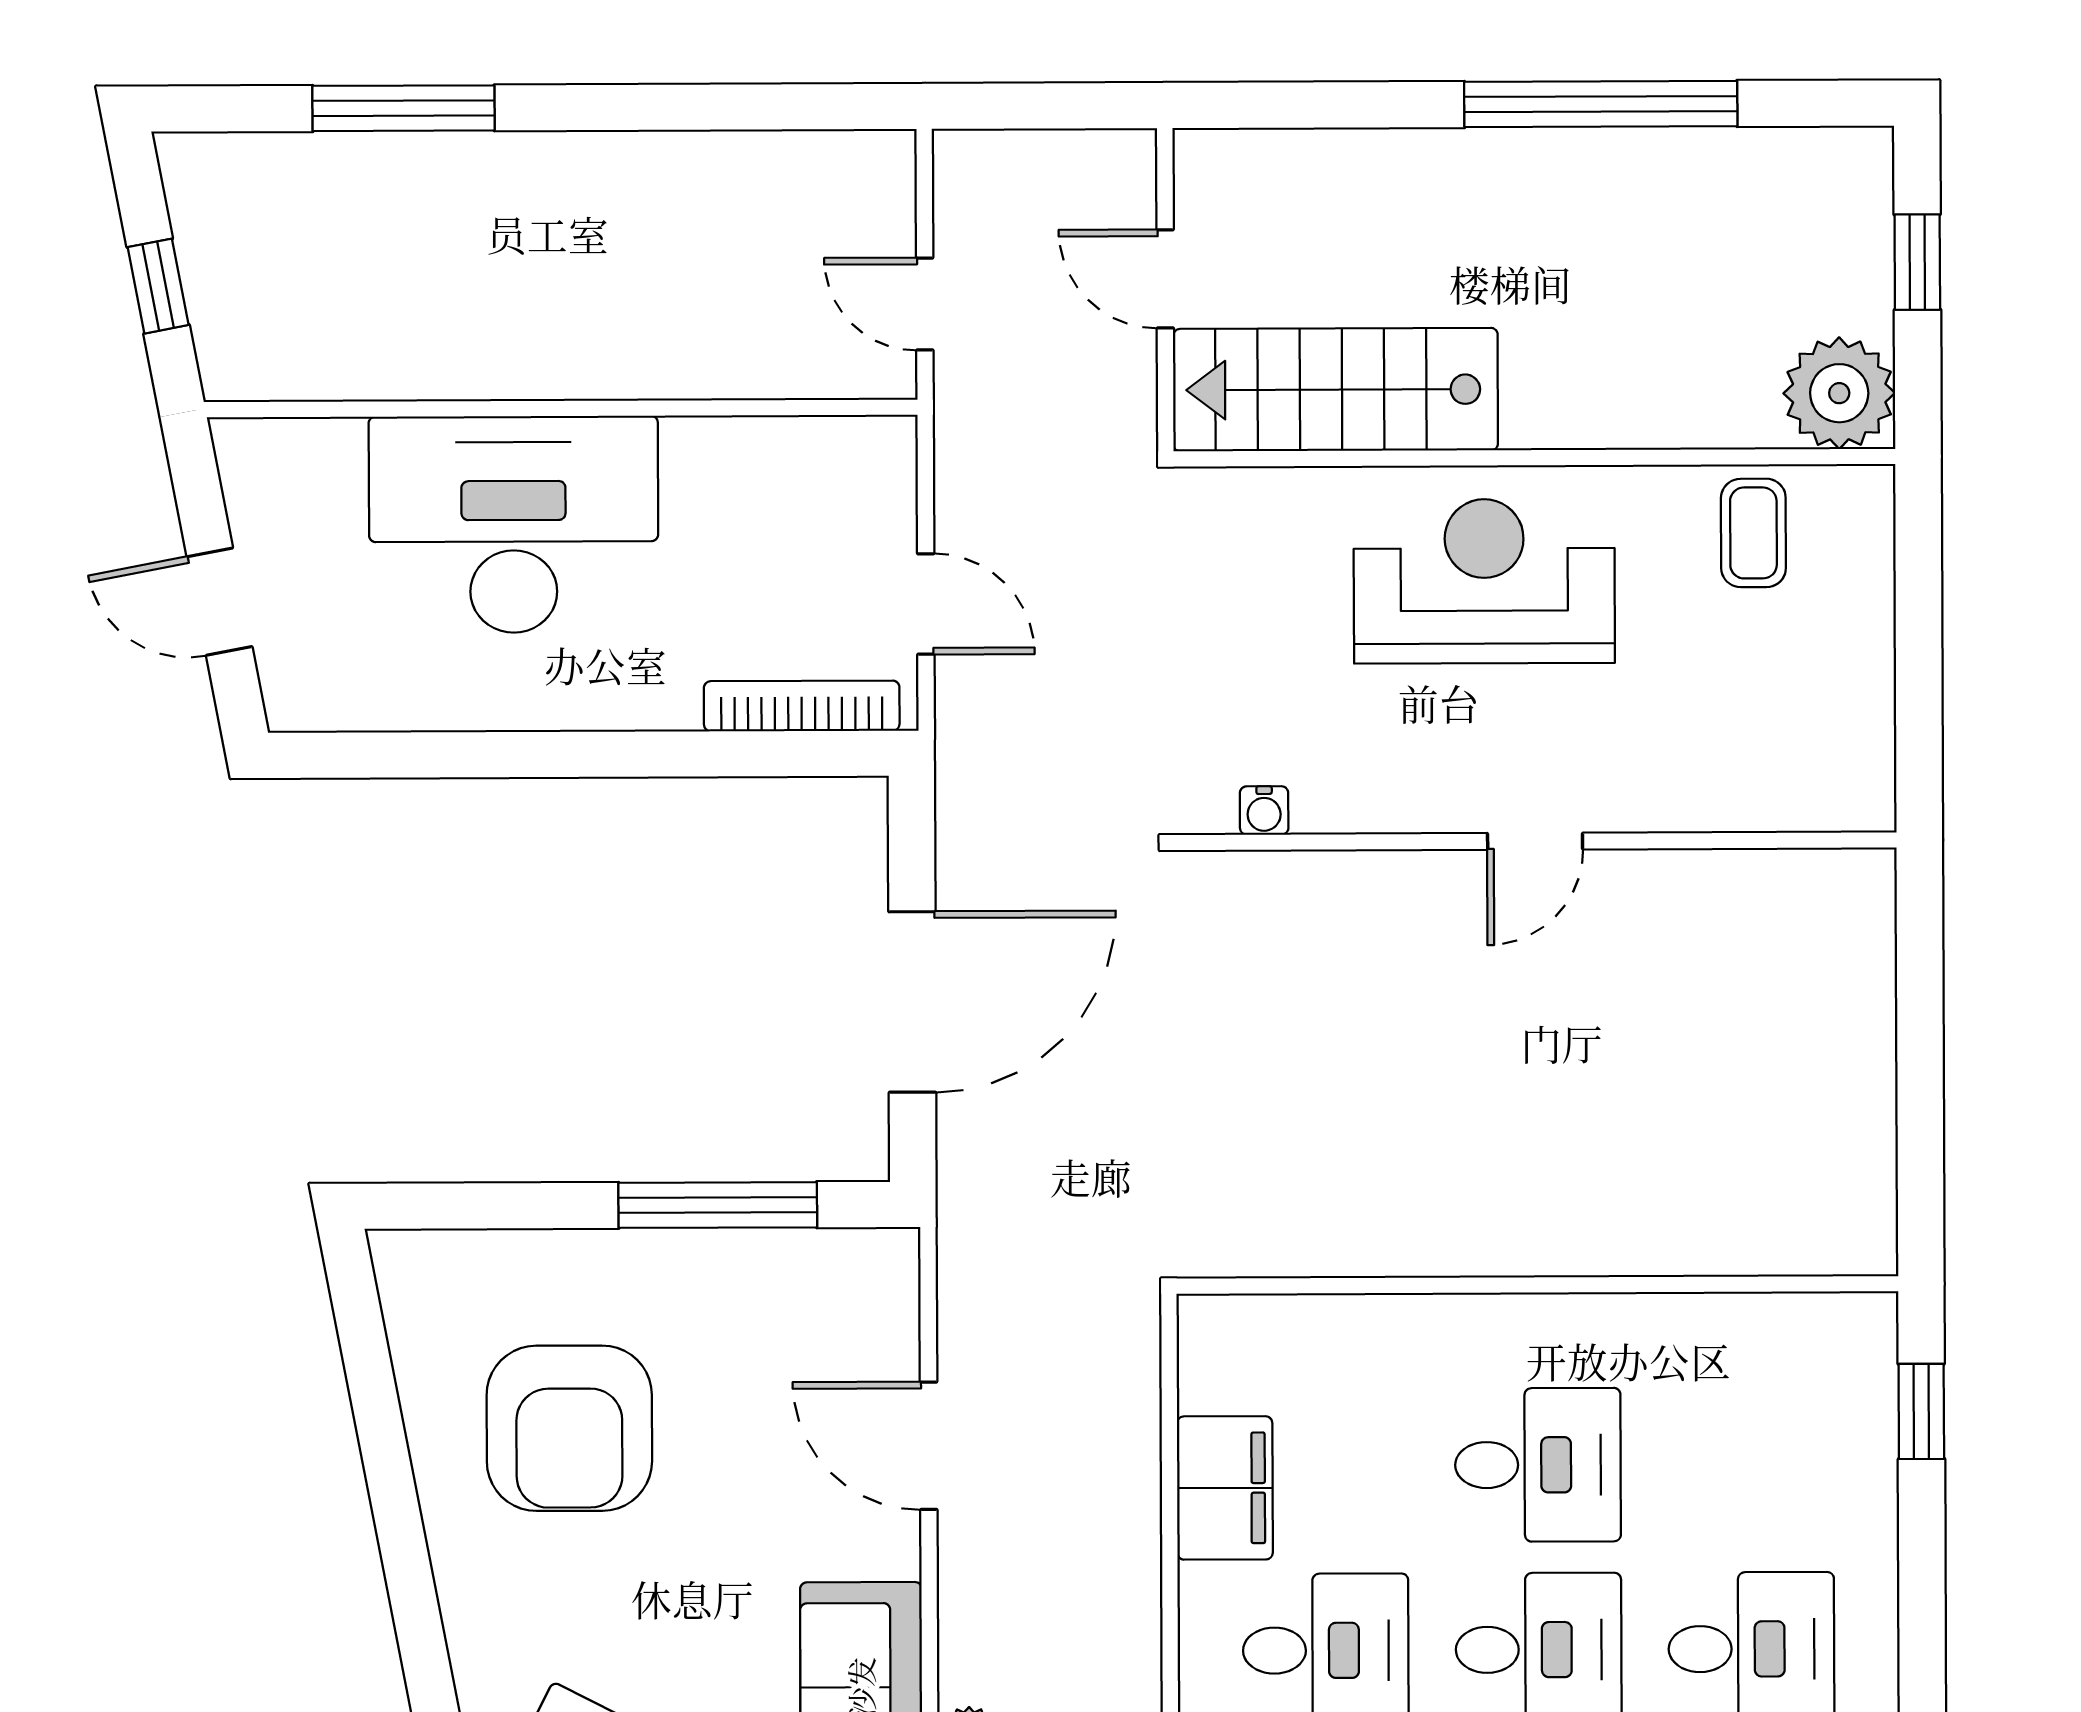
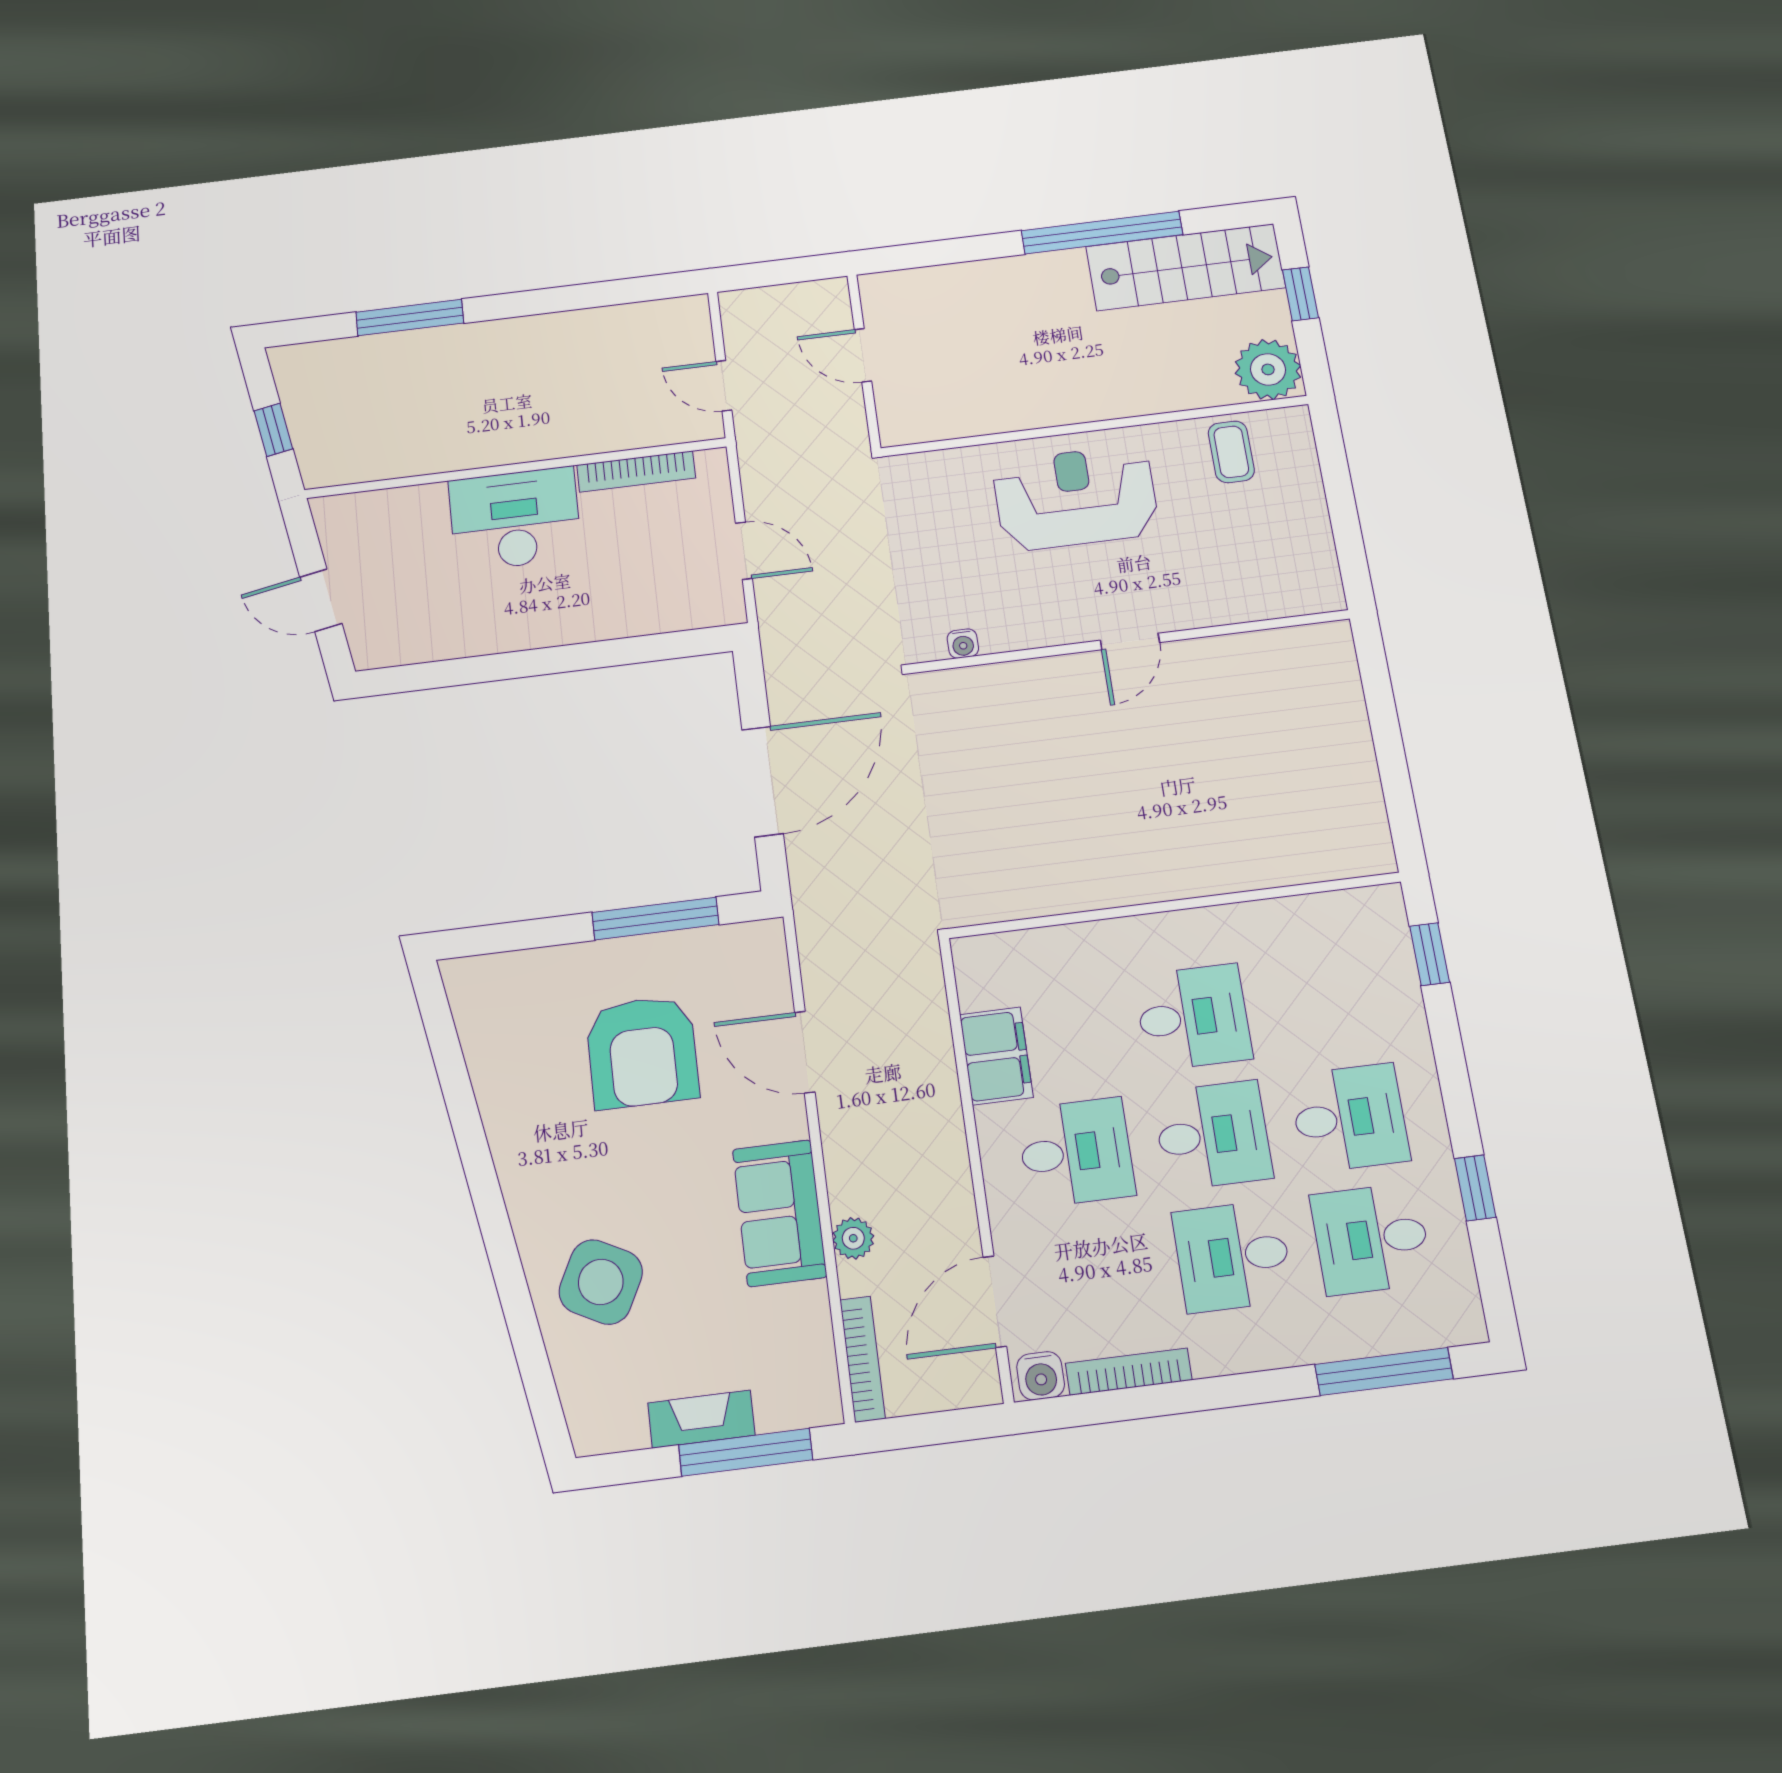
stairs: (1336, 390) -> (1186, 267), moved, turned 180
desk: (514, 524) -> (515, 519), width x0.73, depth x0.77
bookcase: (802, 706) -> (636, 471), moved, turned 180
armchair: (569, 1428) -> (642, 1052), moved

